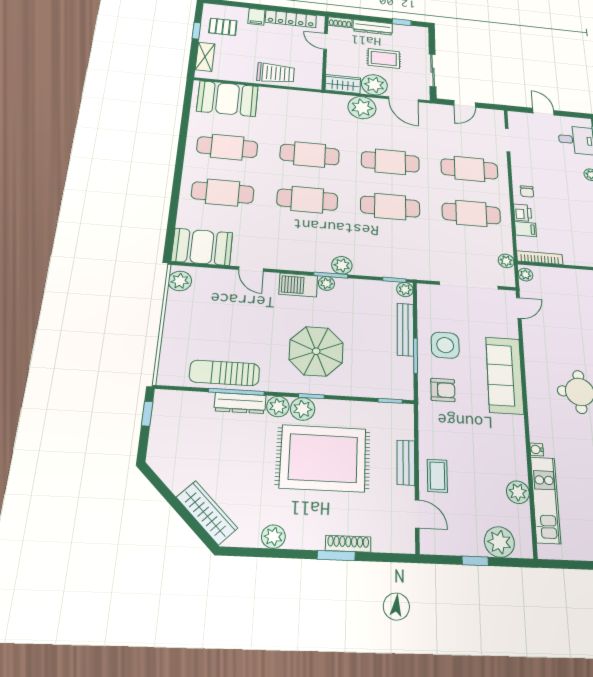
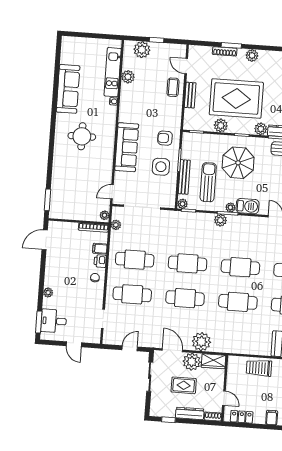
locker: (291, 19) -> (242, 417), width x0.66
sun lounger: (365, 321) -> (208, 182), added
plant: (303, 409) -> (221, 125), moved
plant: (273, 537) -> (252, 55), moved

